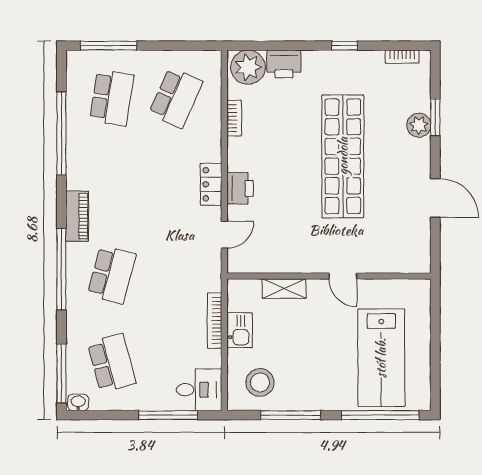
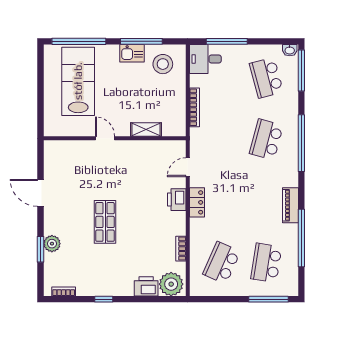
shop shelf: (343, 156) -> (105, 222), width x0.50, depth x0.74
piano: (77, 216) -> (290, 205), moved
kitchen sink: (240, 330) -> (132, 53), moved, turned -90

